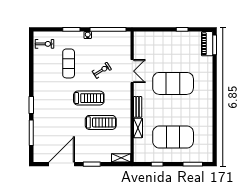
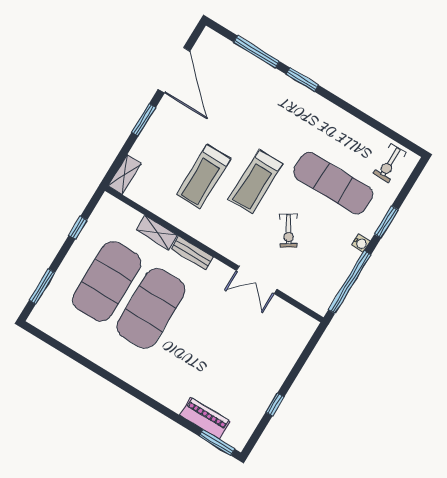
piano: (207, 44) -> (205, 418), moved
exercise mat: (69, 63) -> (333, 183), width x1.36, depth x1.45
exercise mat: (173, 83) -> (151, 308), moved

